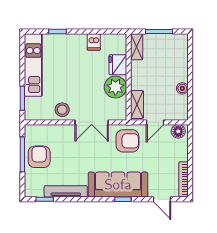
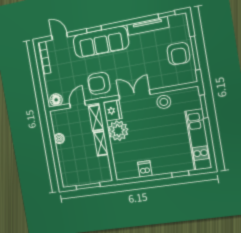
shelving: (137, 47) -> (101, 143), moved
fridge: (118, 65) -> (113, 111), moved

